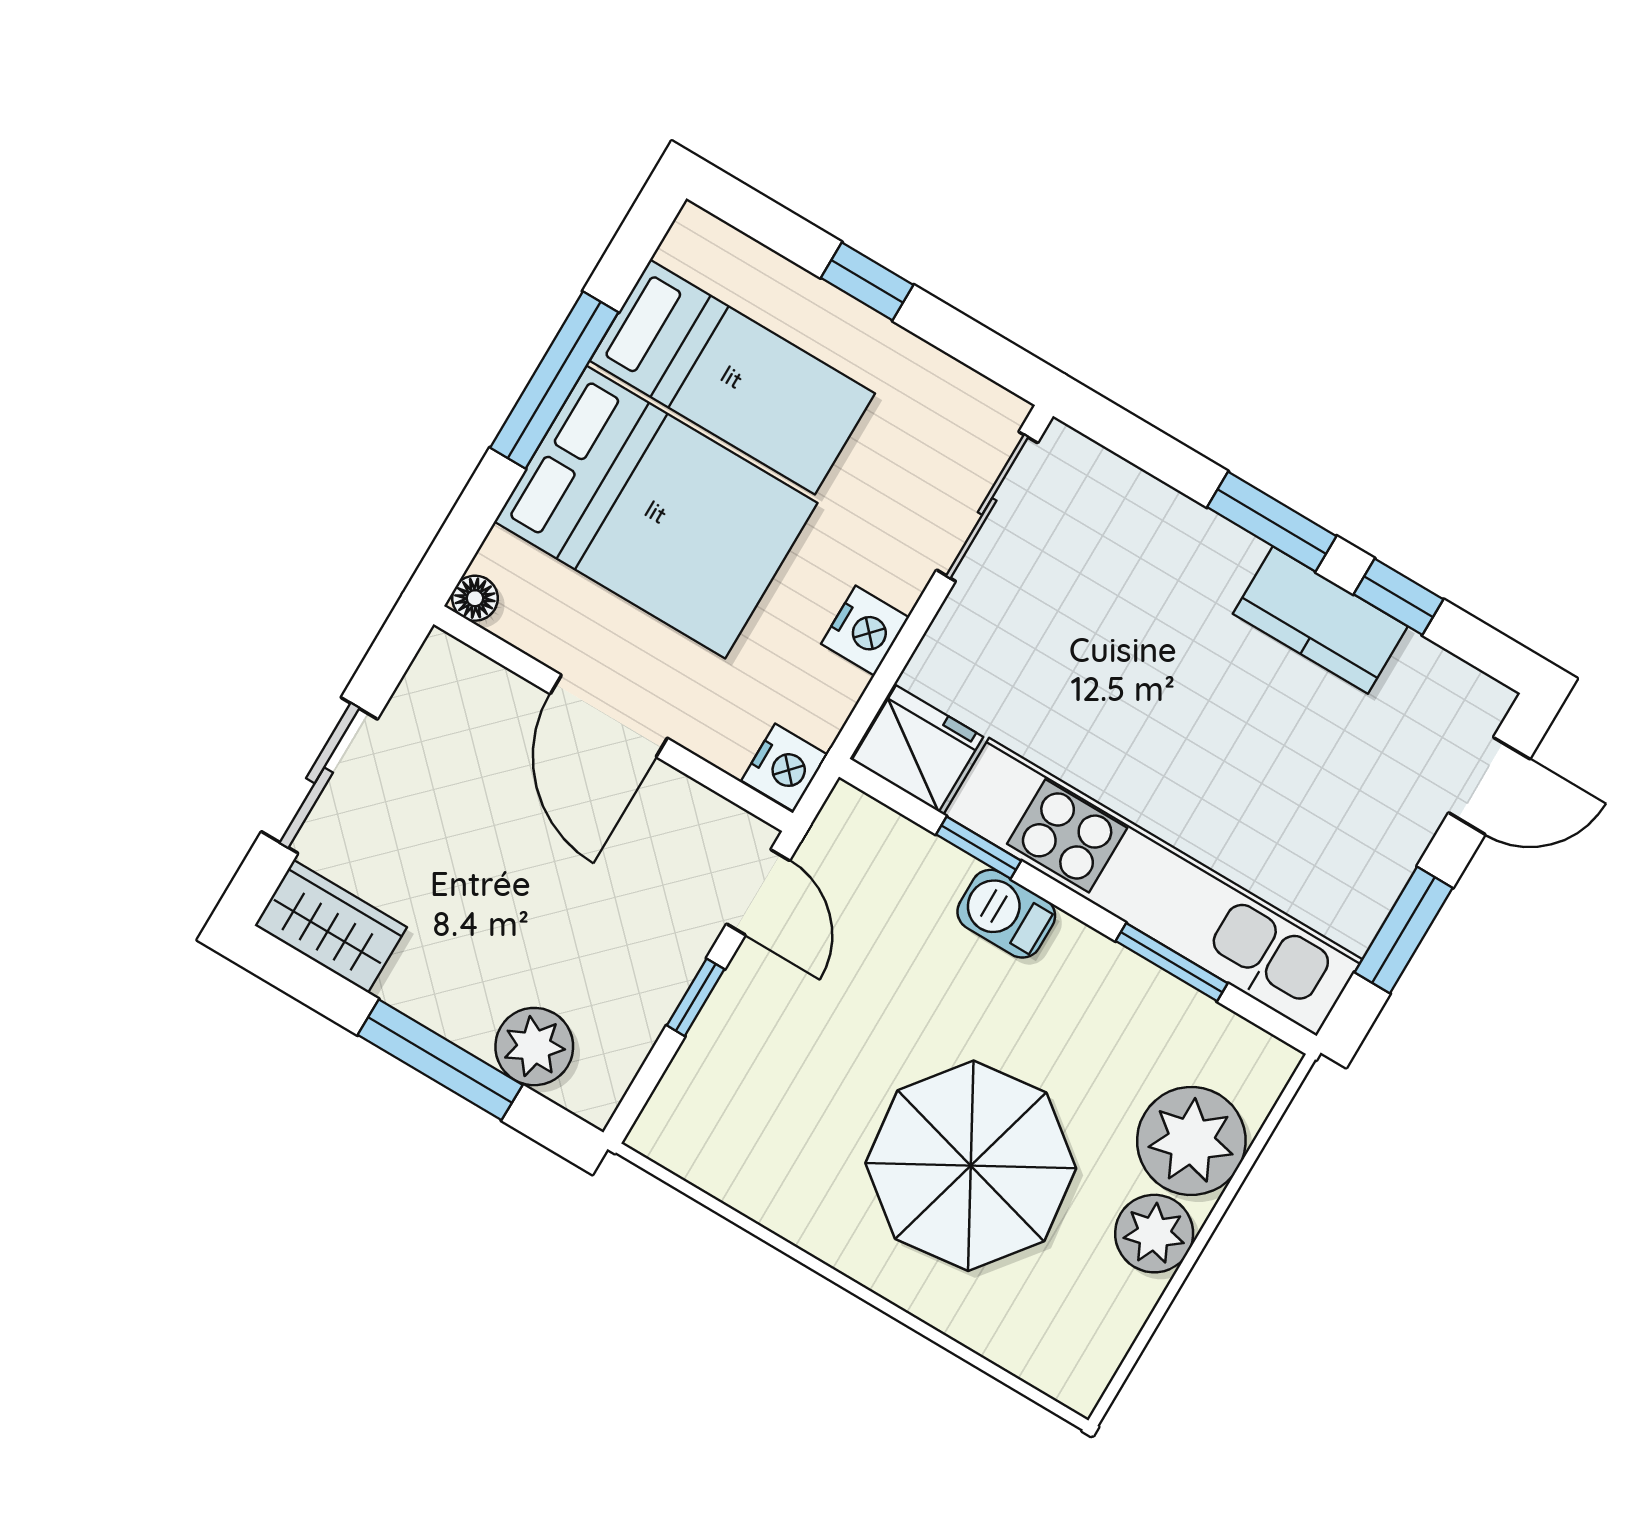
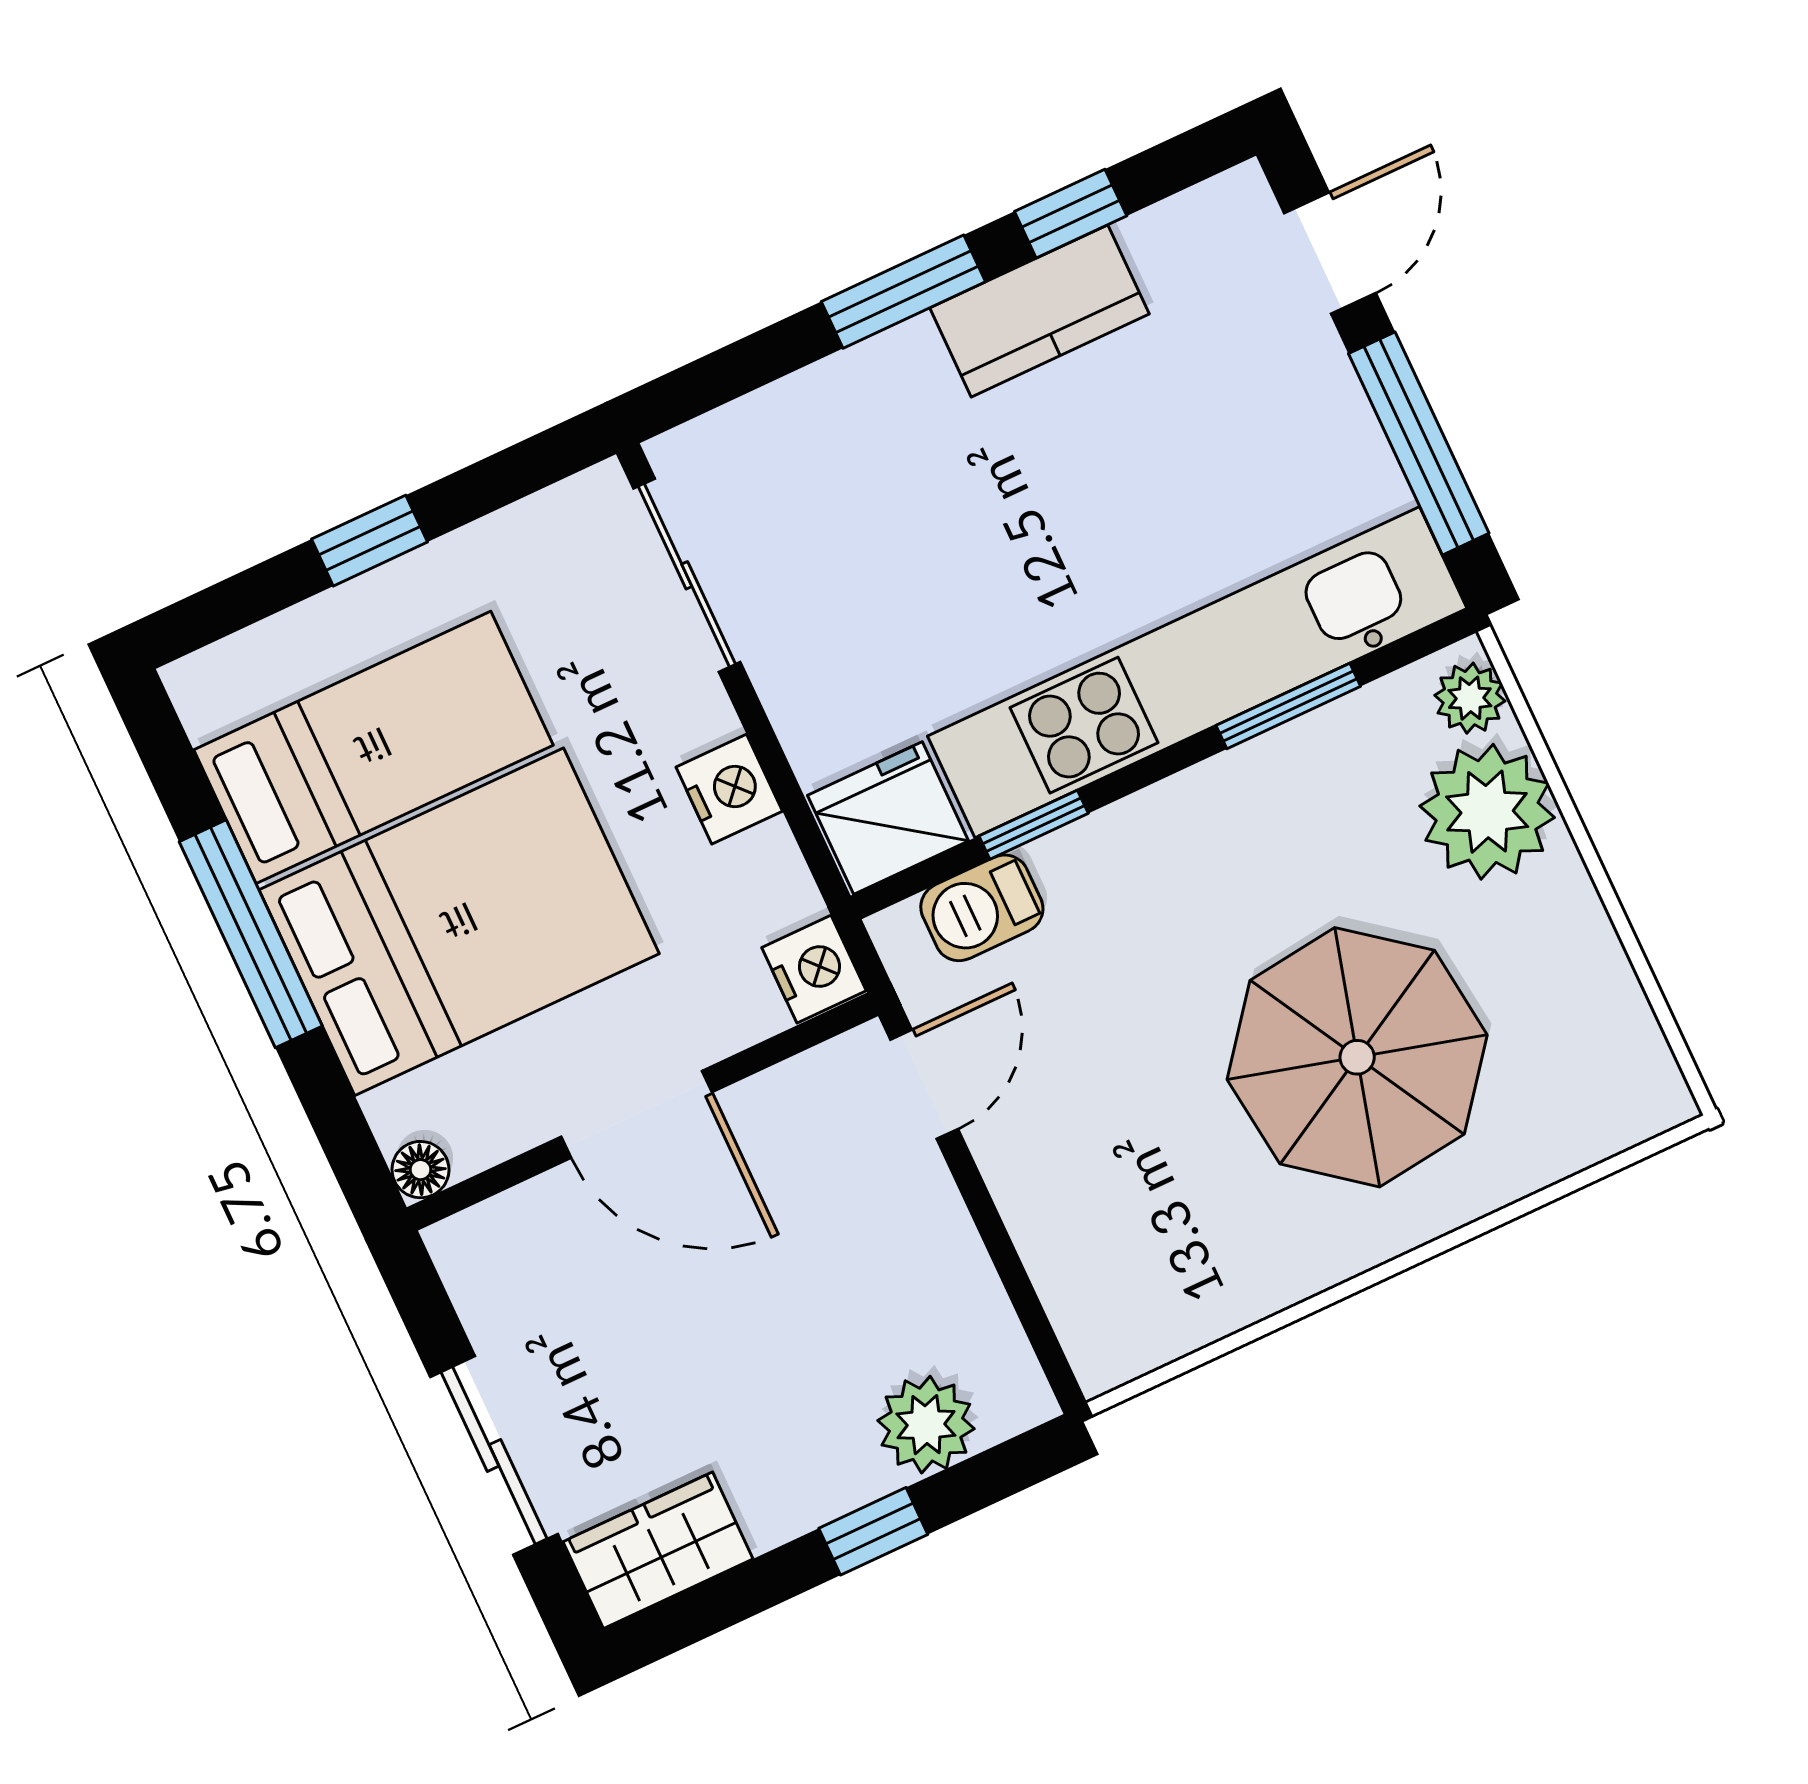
door: (758, 892) -> (924, 1084), hinge flipped
barbecue: (1006, 914) -> (982, 908), moved
window: (1404, 930) -> (1419, 443), width x1.44
window: (696, 997) -> (989, 1223), removed
window: (440, 1060) -> (873, 1531), width x0.46
plant: (1154, 1234) -> (1470, 698), moved, width x0.73, depth x0.73

